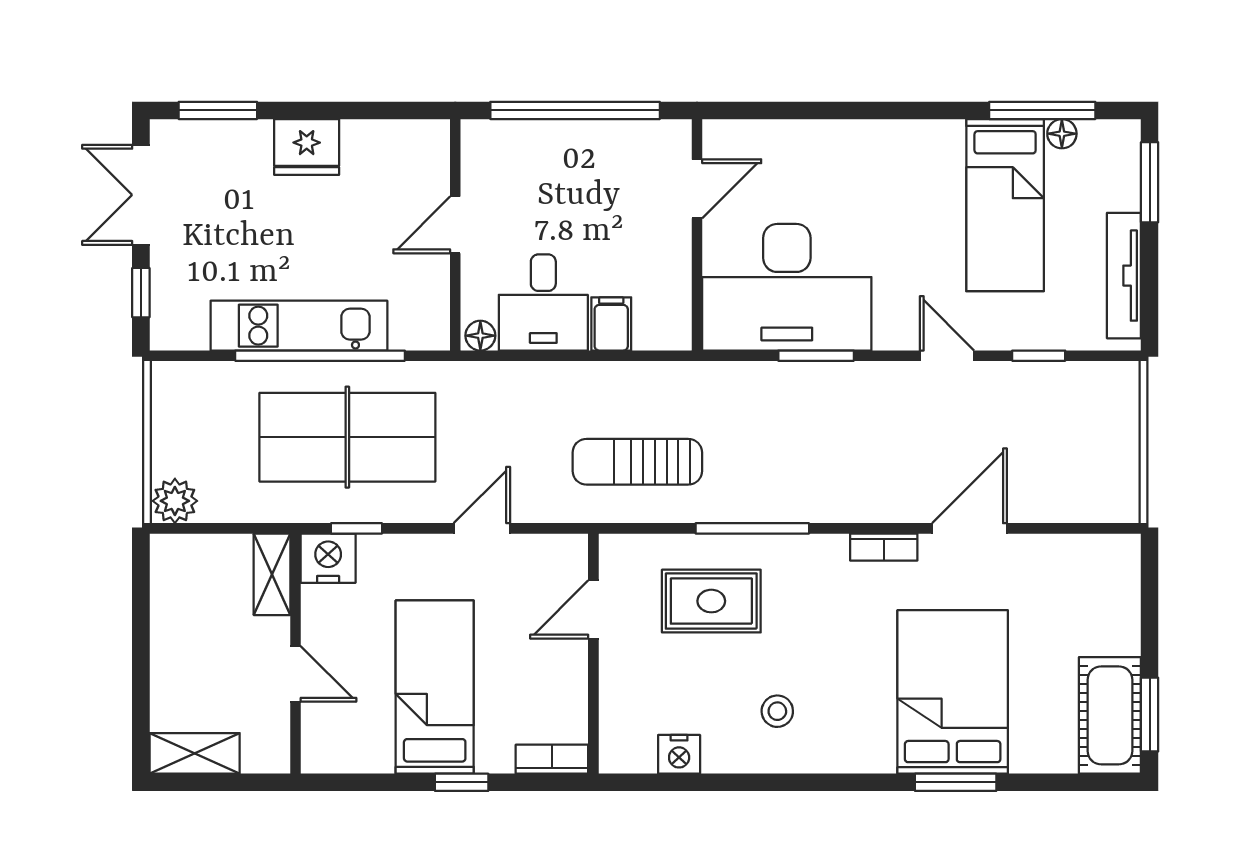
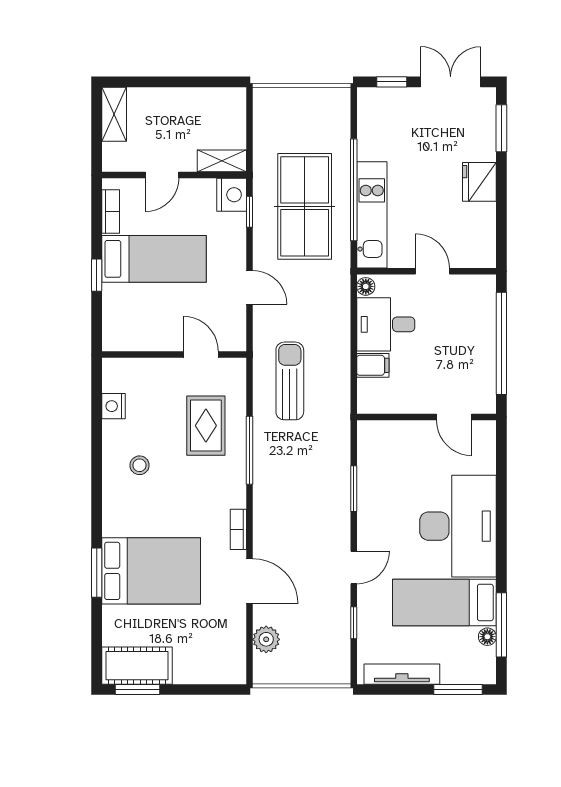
desk: (787, 287) -> (458, 526), moved, turned 180
kitchen unit: (299, 326) -> (372, 215), moved
plant: (175, 501) -> (266, 639), moved
bookcase: (552, 759) -> (111, 212), moved

